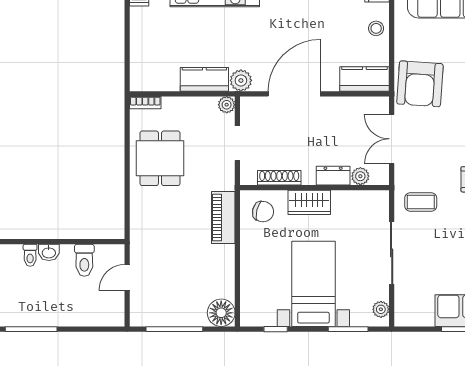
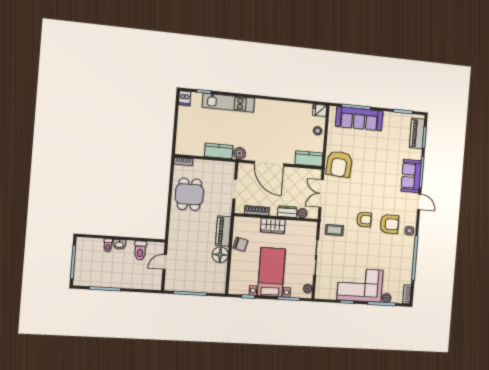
door: (294, 94) -> (269, 164), swing flipped
plant: (227, 105) -> (230, 167), removed
chair: (263, 212) -> (240, 244), moved
floor lamp: (221, 313) -> (220, 255), moved

